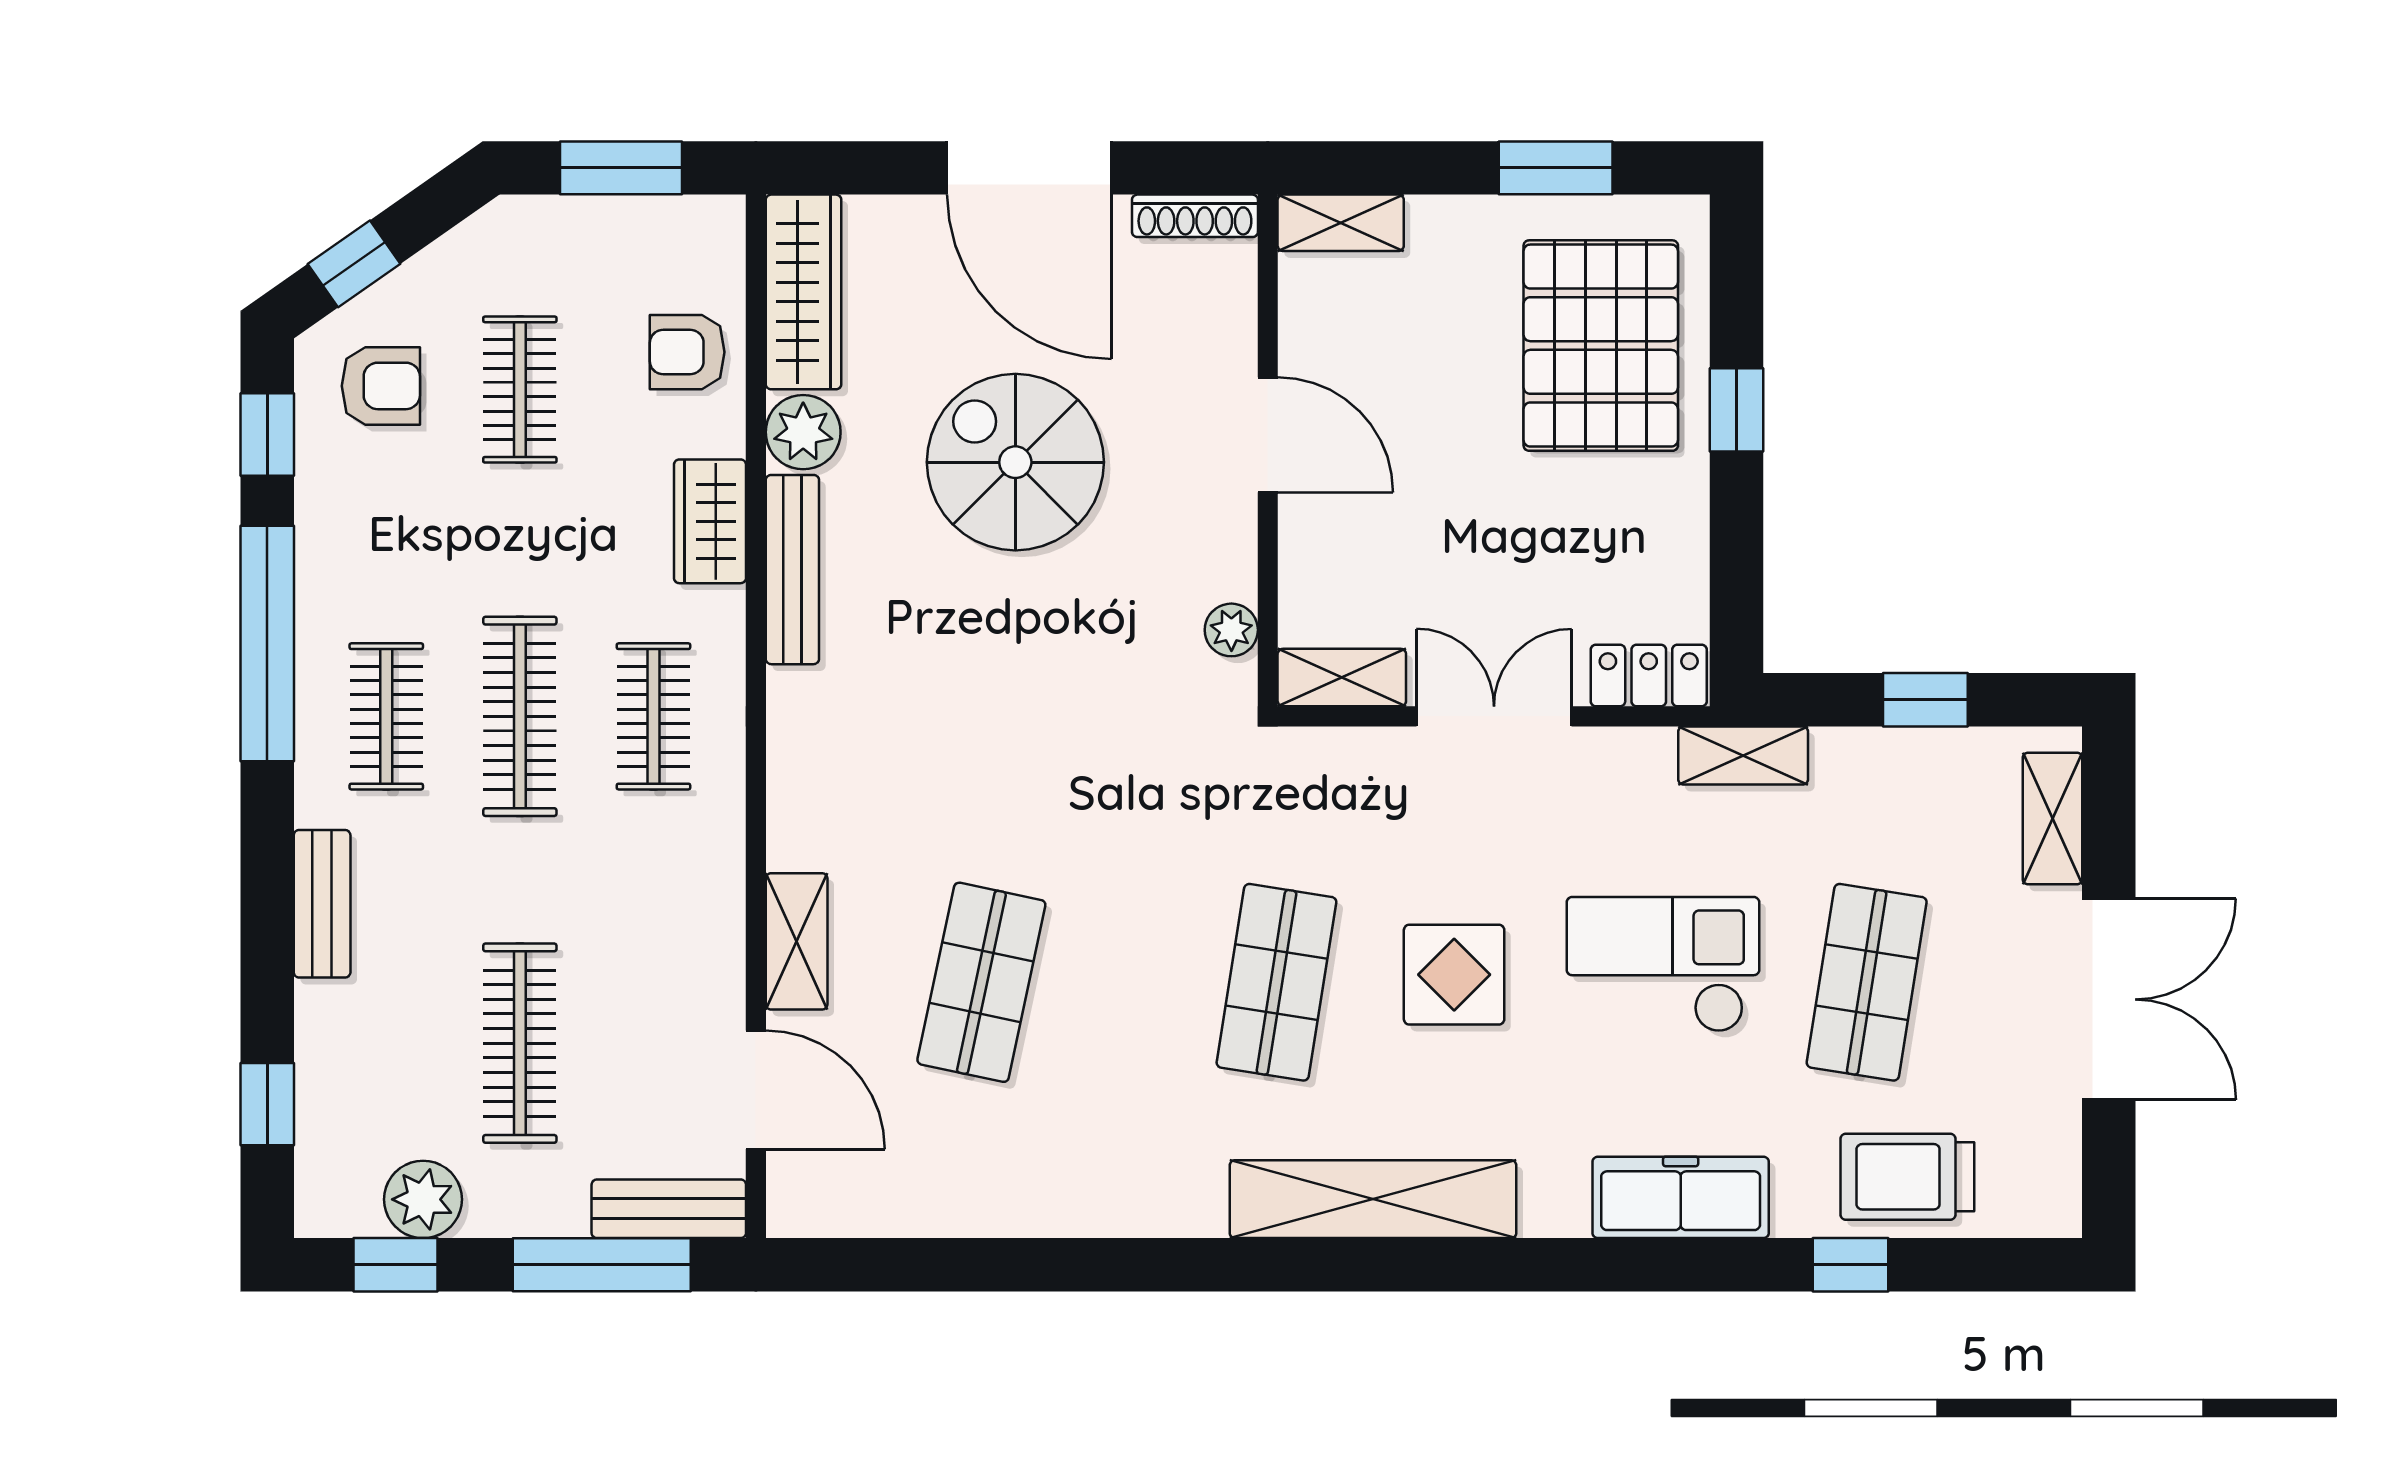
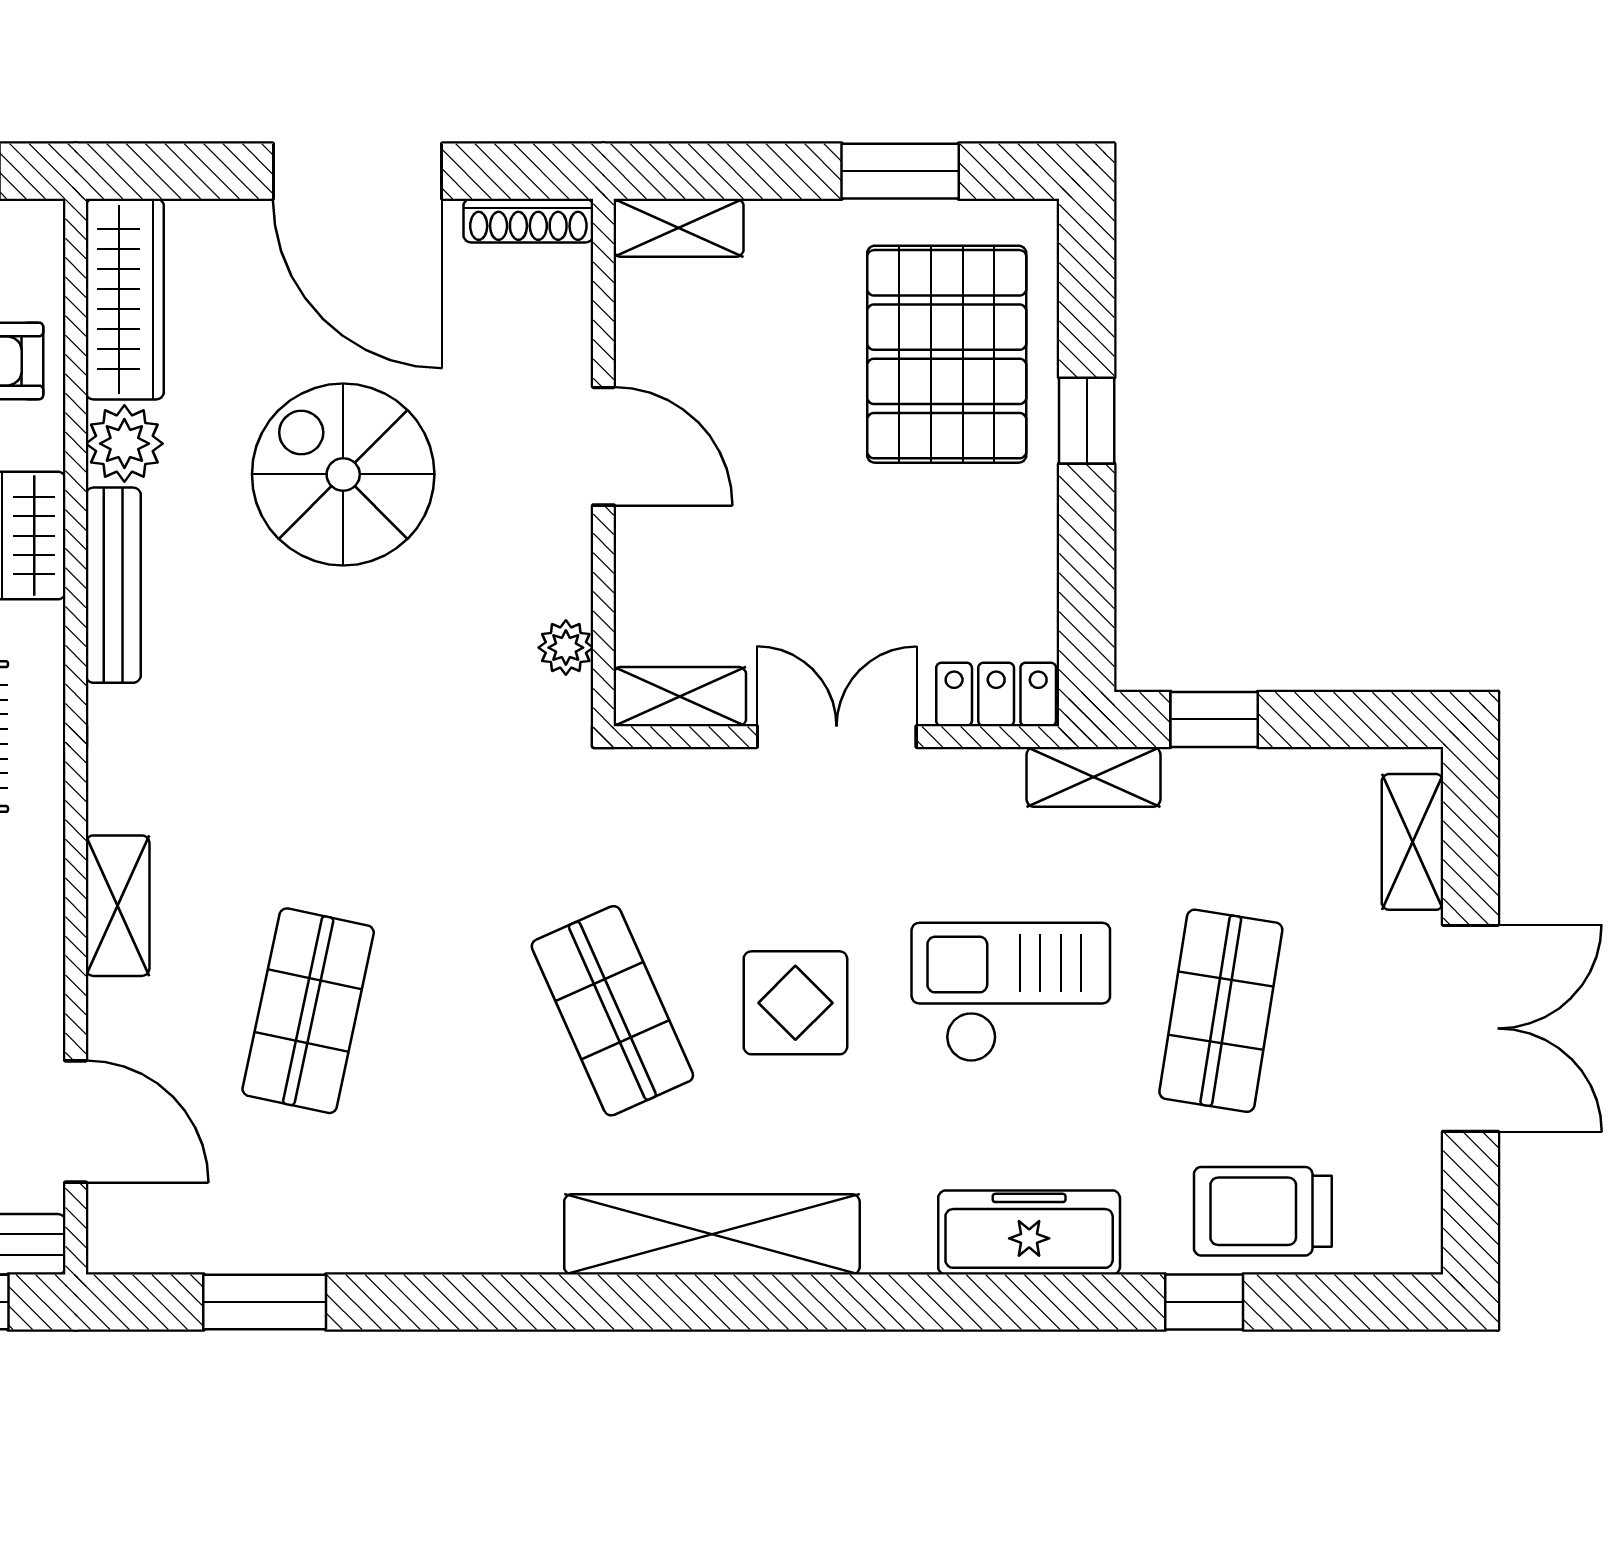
window: (1925, 700) -> (1214, 719), moved
shelving: (797, 941) -> (118, 906), moved
shop shelf: (1276, 982) -> (612, 1011), turned -33
window: (939, 1265) -> (265, 1302), added

